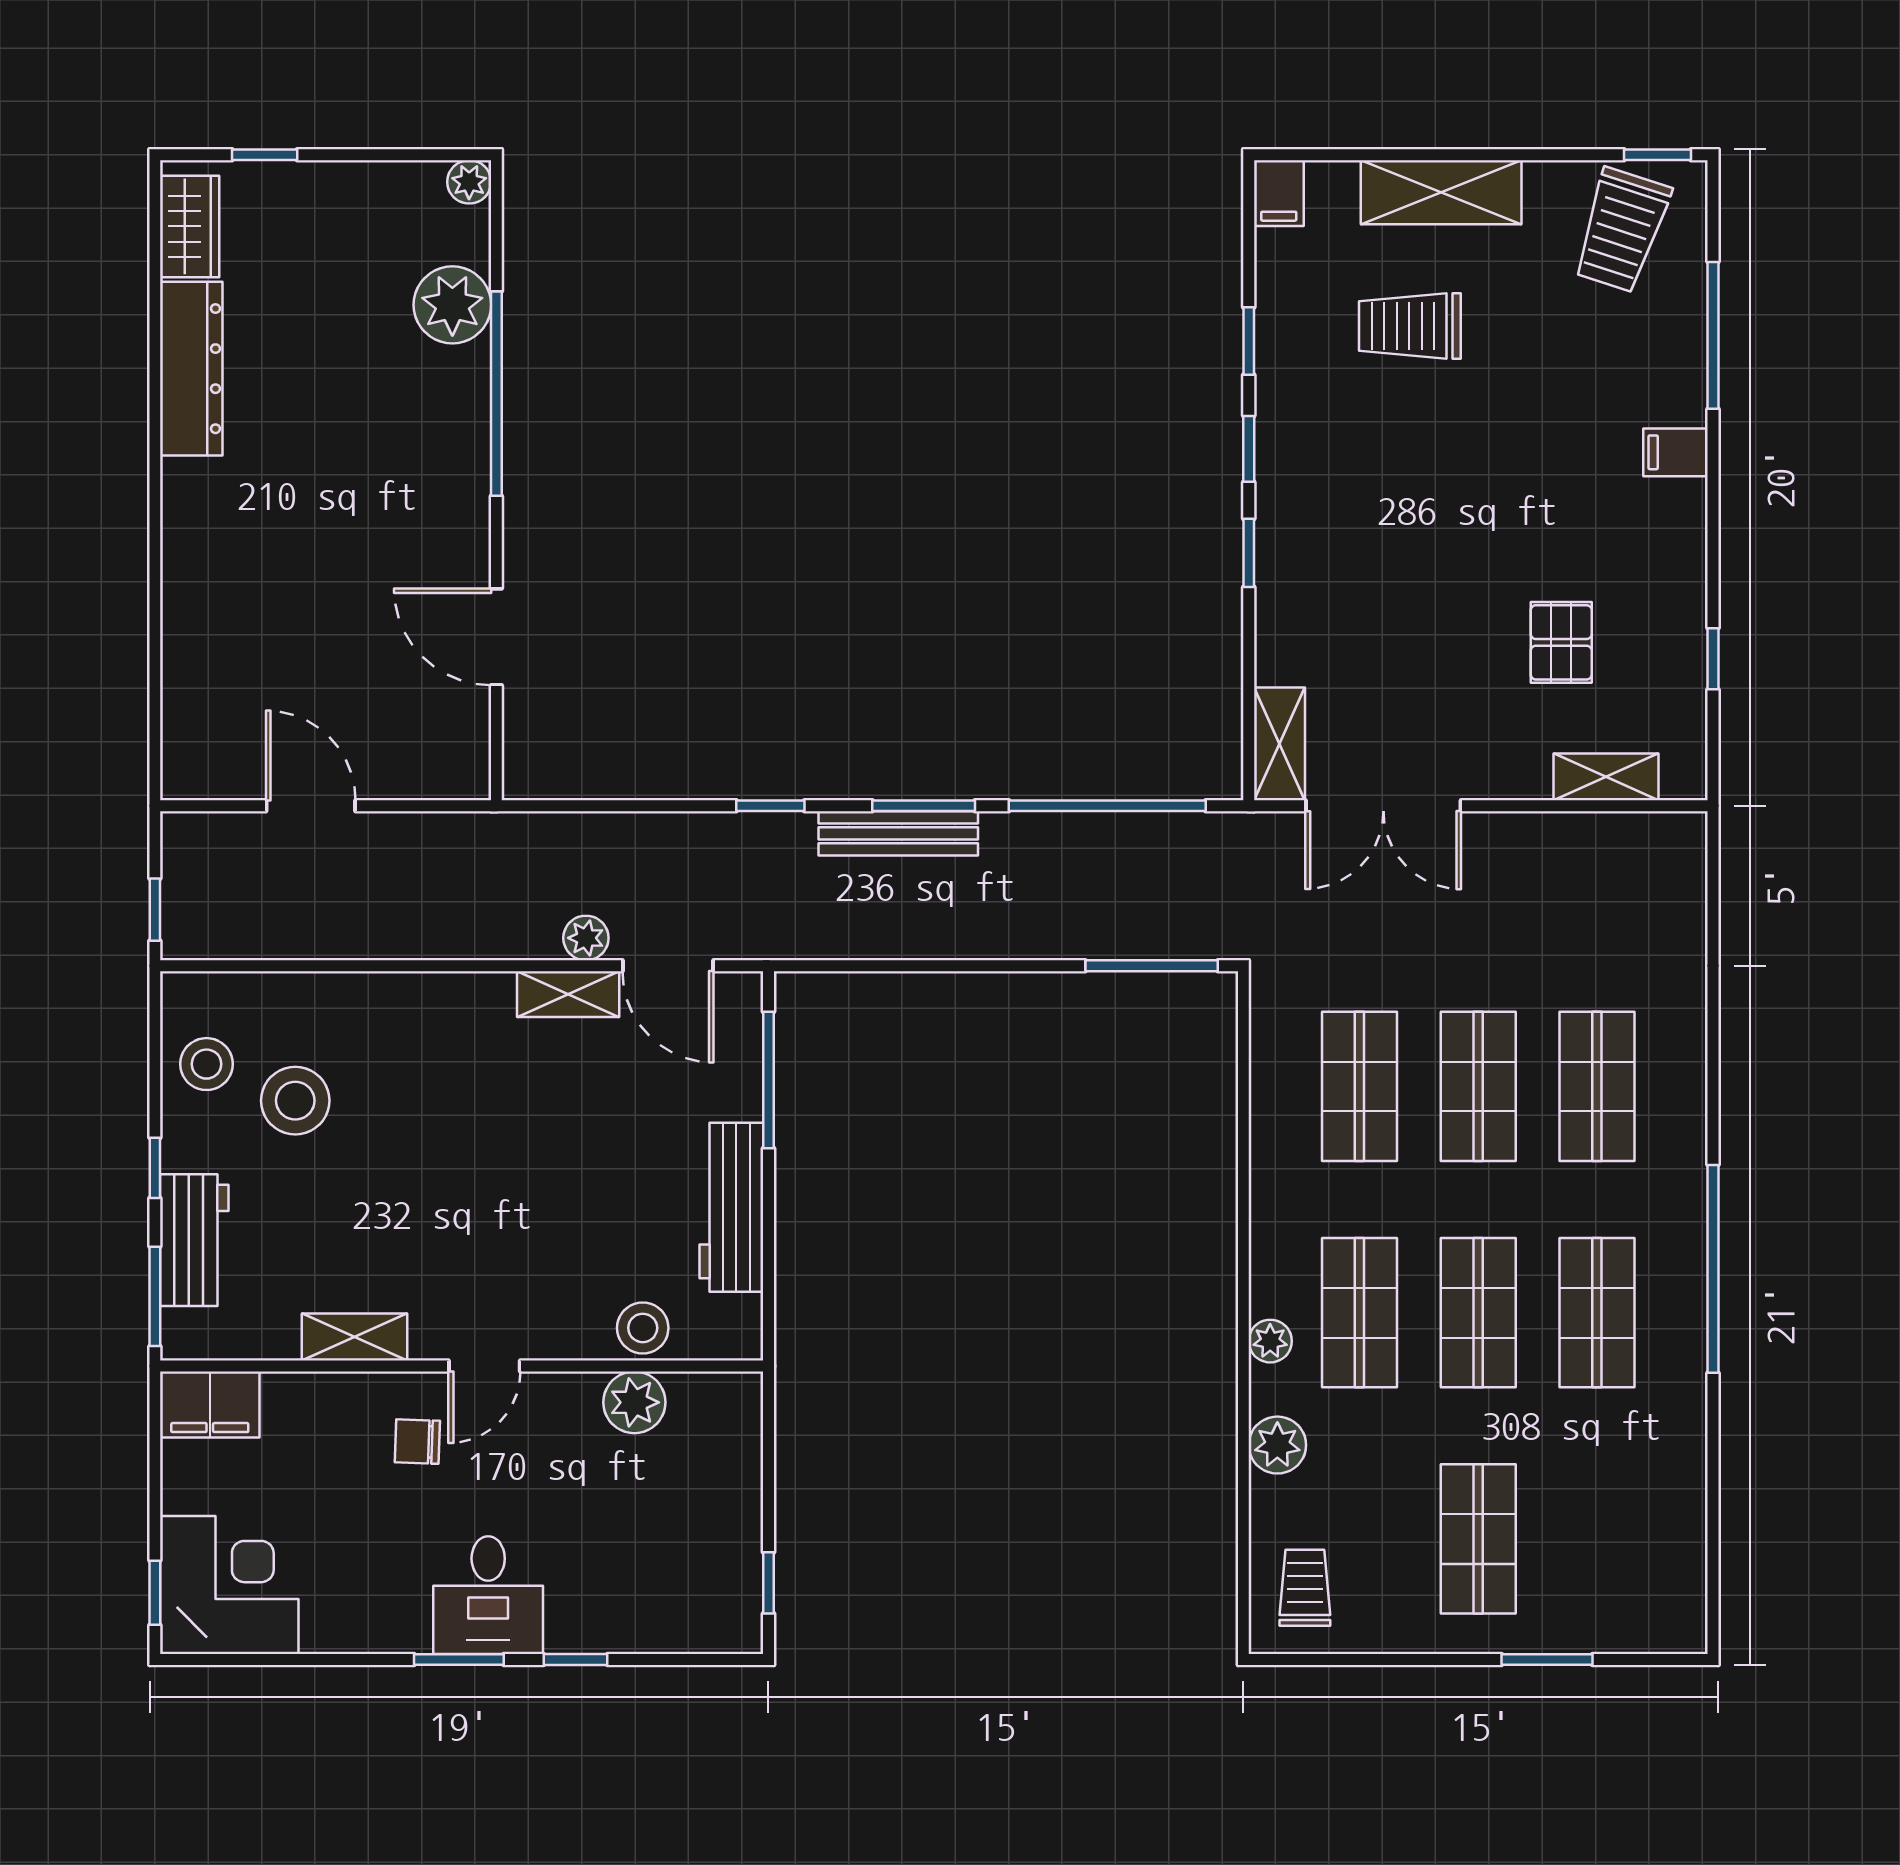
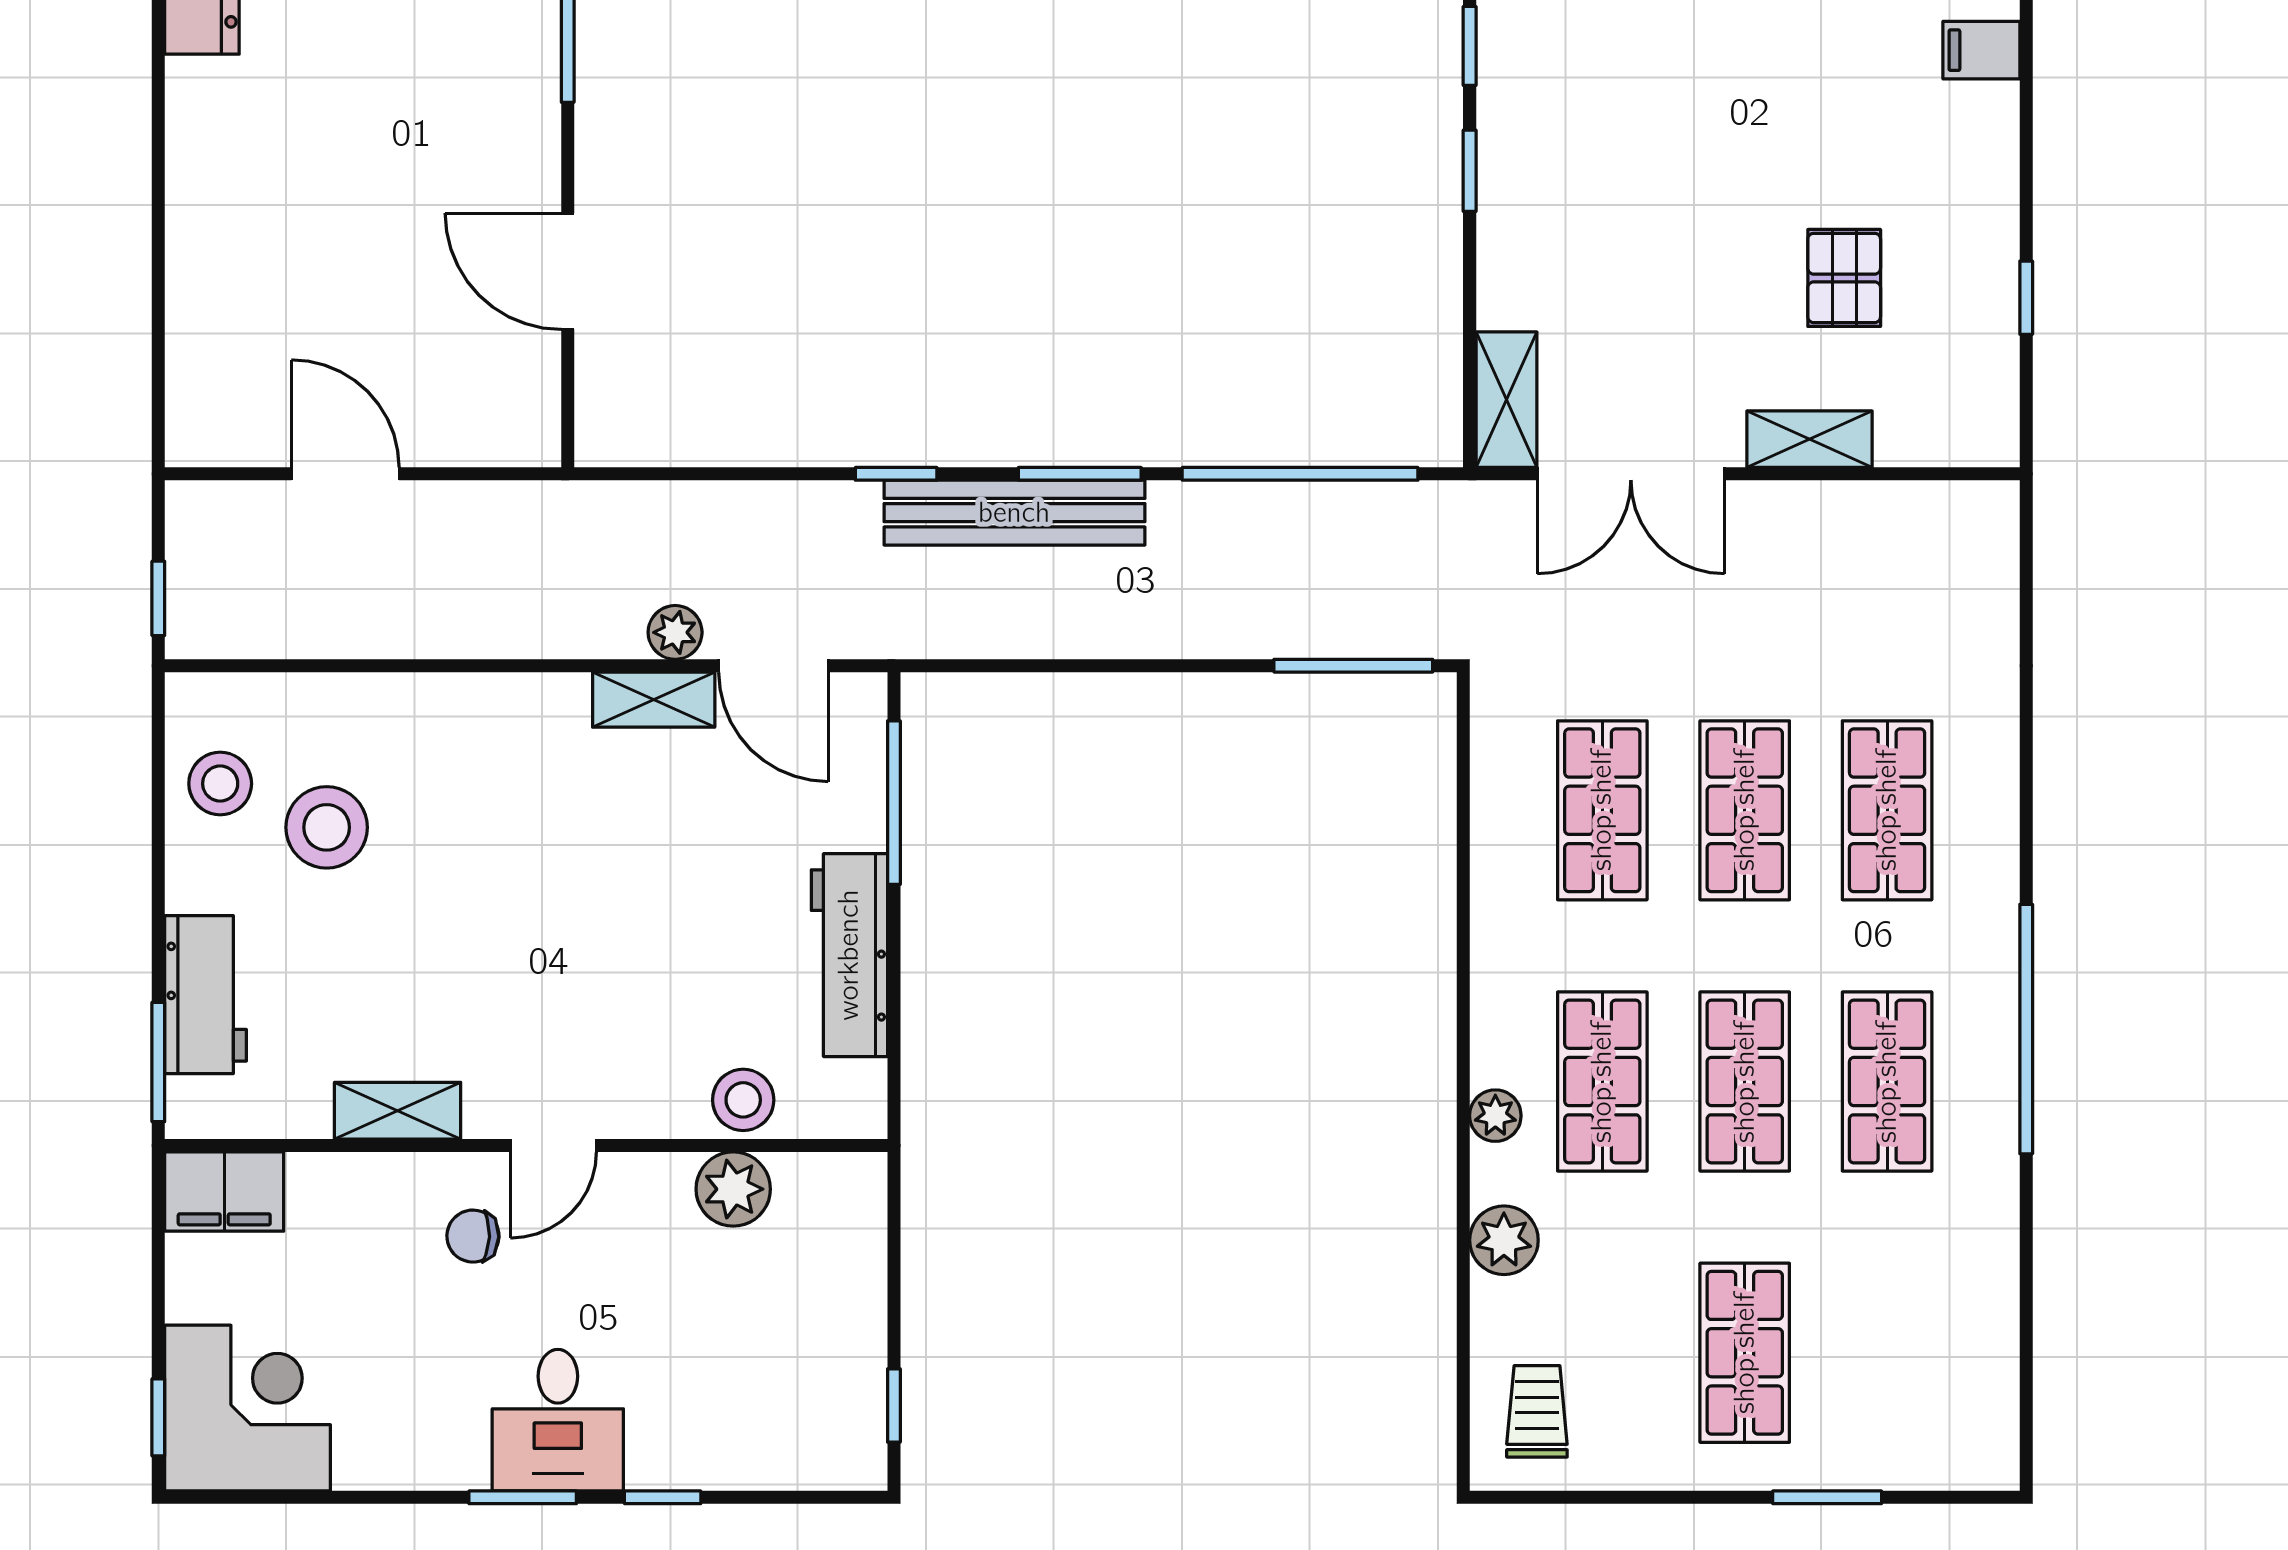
shelving: (1606, 777) -> (1809, 439), moved
bench: (898, 833) -> (1014, 513), width x1.37, depth x1.21
window: (155, 1168) -> (158, 908), removed

